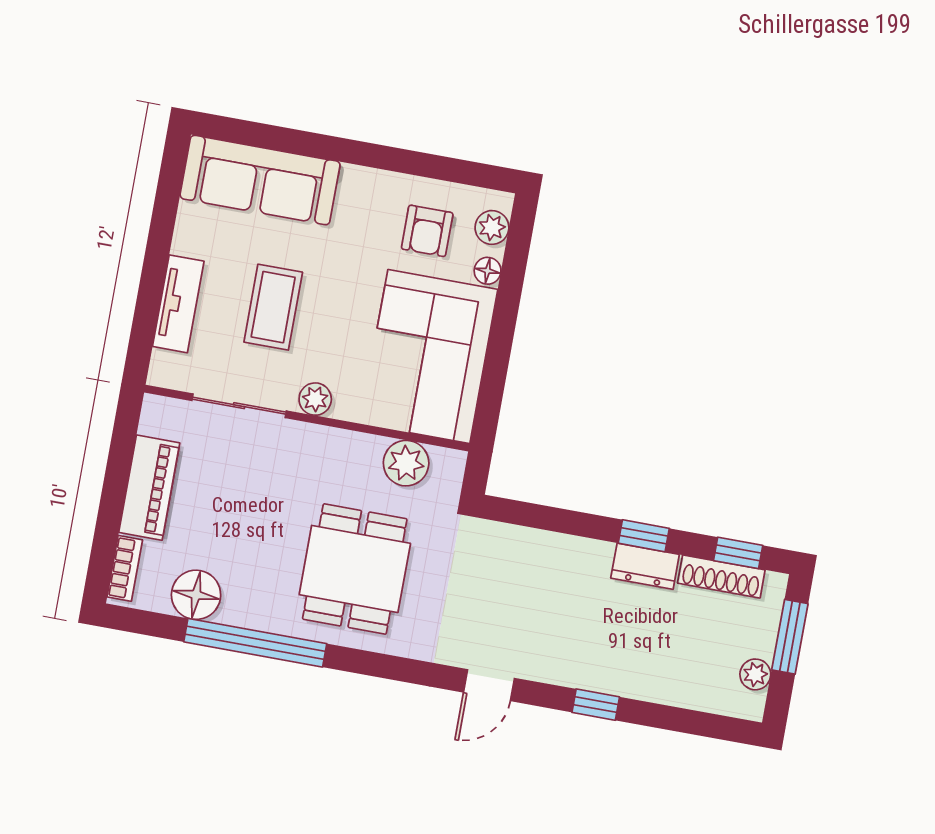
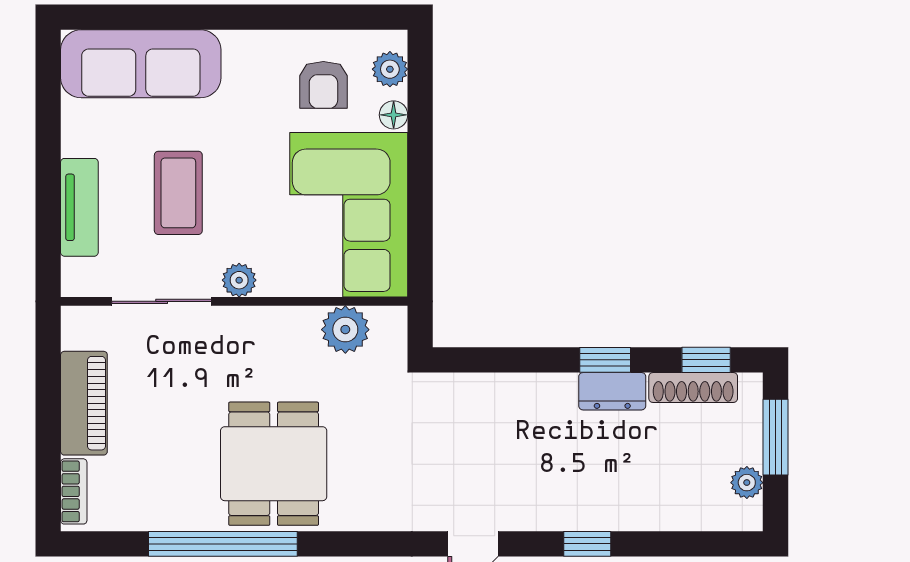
dining table: (355, 569) -> (274, 464), moved
floor lamp: (196, 595) -> (153, 505), removed

